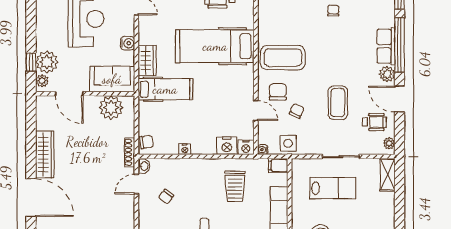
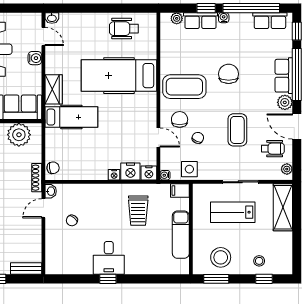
chair: (333, 10) -> (229, 74), moved, width x1.87, depth x1.87
water cooler: (128, 43) -> (35, 58), moved
nightstand: (185, 149) -> (114, 175), moved
shelving: (388, 175) -> (283, 207), width x1.50, depth x1.33
lab bench: (333, 188) -> (233, 212), turned 180

